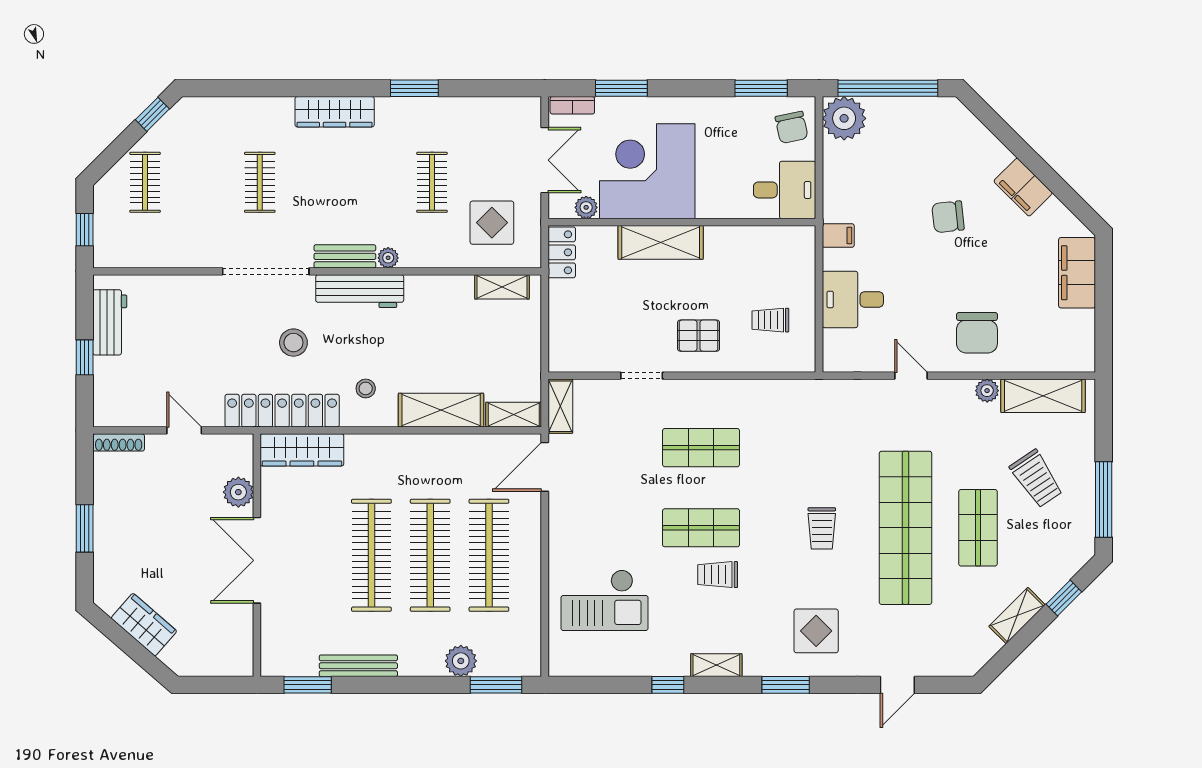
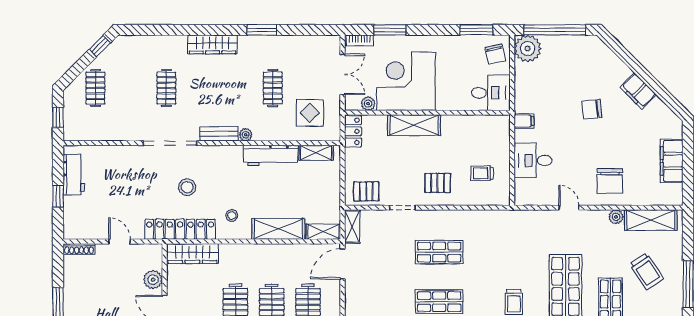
filing cabinet: (1077, 273) -> (672, 161), moved
workbench: (360, 291) -> (271, 155), moved
pallet: (583, 349) -> (366, 191), added

